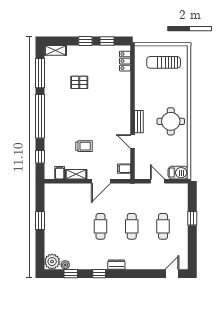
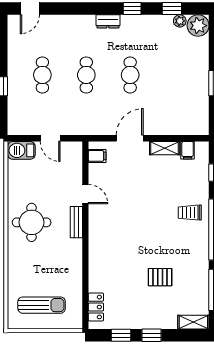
trolley: (84, 146) -> (190, 213), moved

